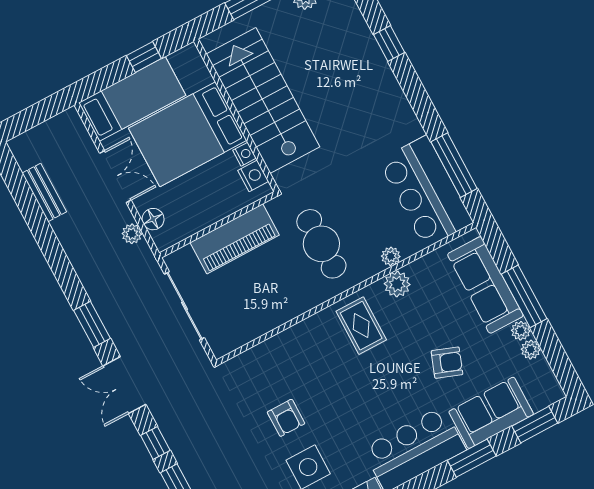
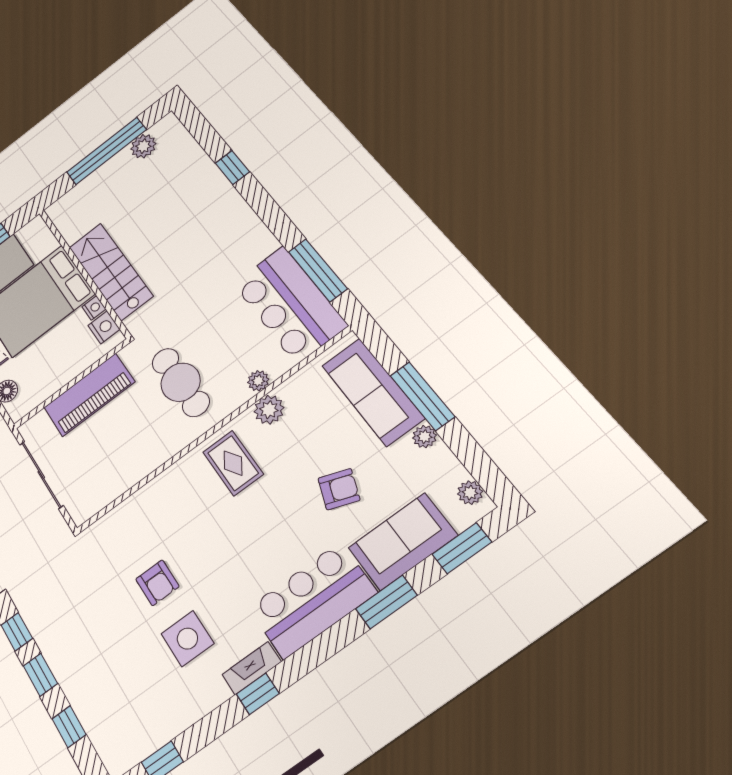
stairs: (263, 100) -> (110, 271), width x0.73, depth x0.66
plant: (531, 350) -> (470, 493), moved

